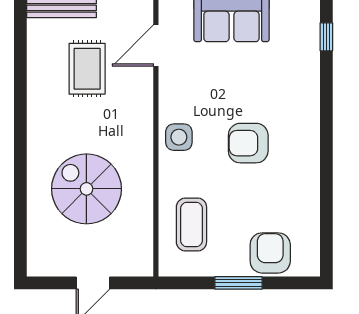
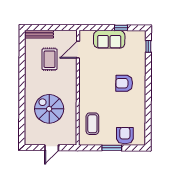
side table: (179, 137) -> (87, 88), removed
armchair: (248, 143) -> (124, 83), moved

